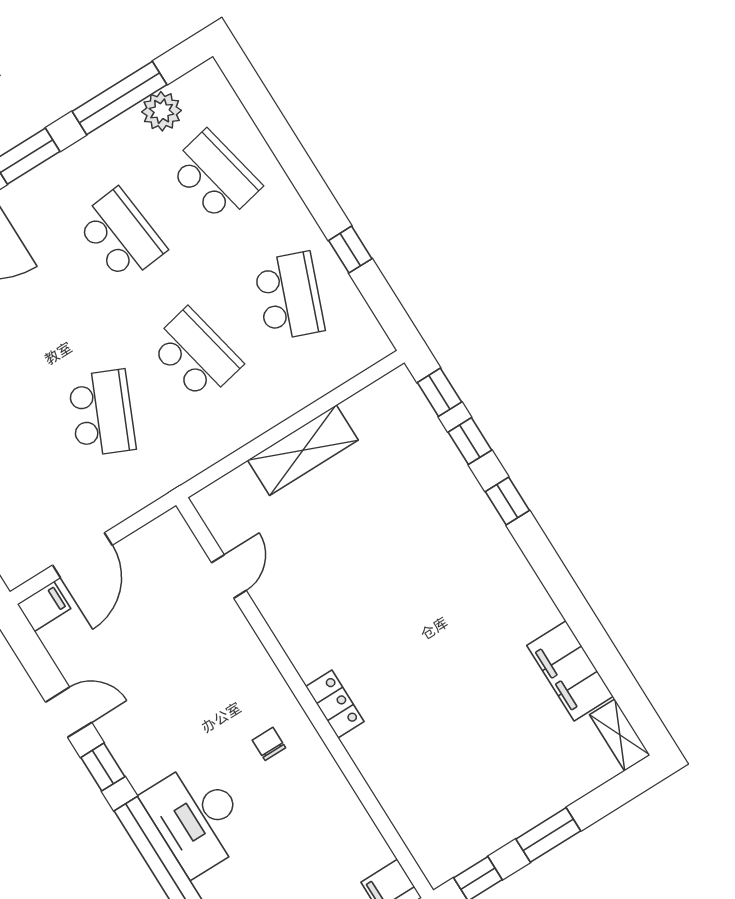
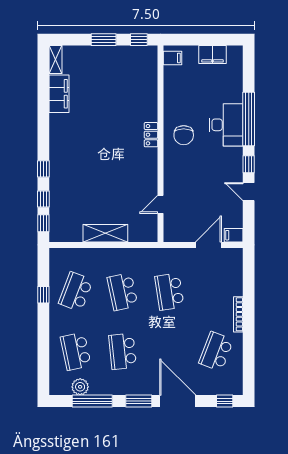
school desk: (102, 413) -> (169, 292), turned -33
chair: (269, 744) -> (184, 135), width x1.87, depth x1.87

